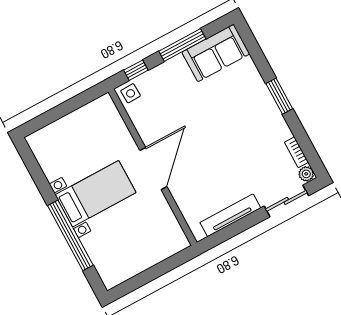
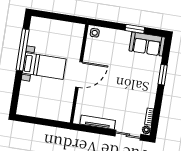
window: (182, 45) -> (135, 29), width x0.69
window: (136, 70) -> (105, 24), removed
window: (279, 96) -> (163, 75), moved
window: (70, 235) -> (23, 50), moved

